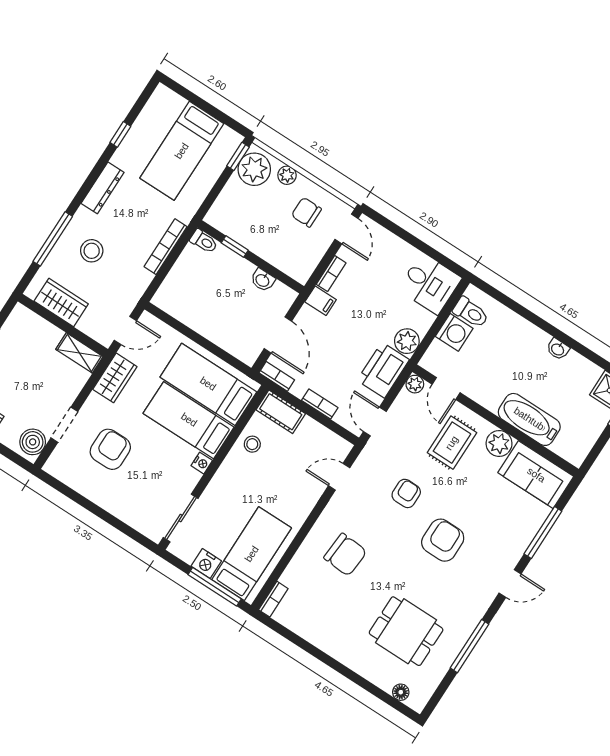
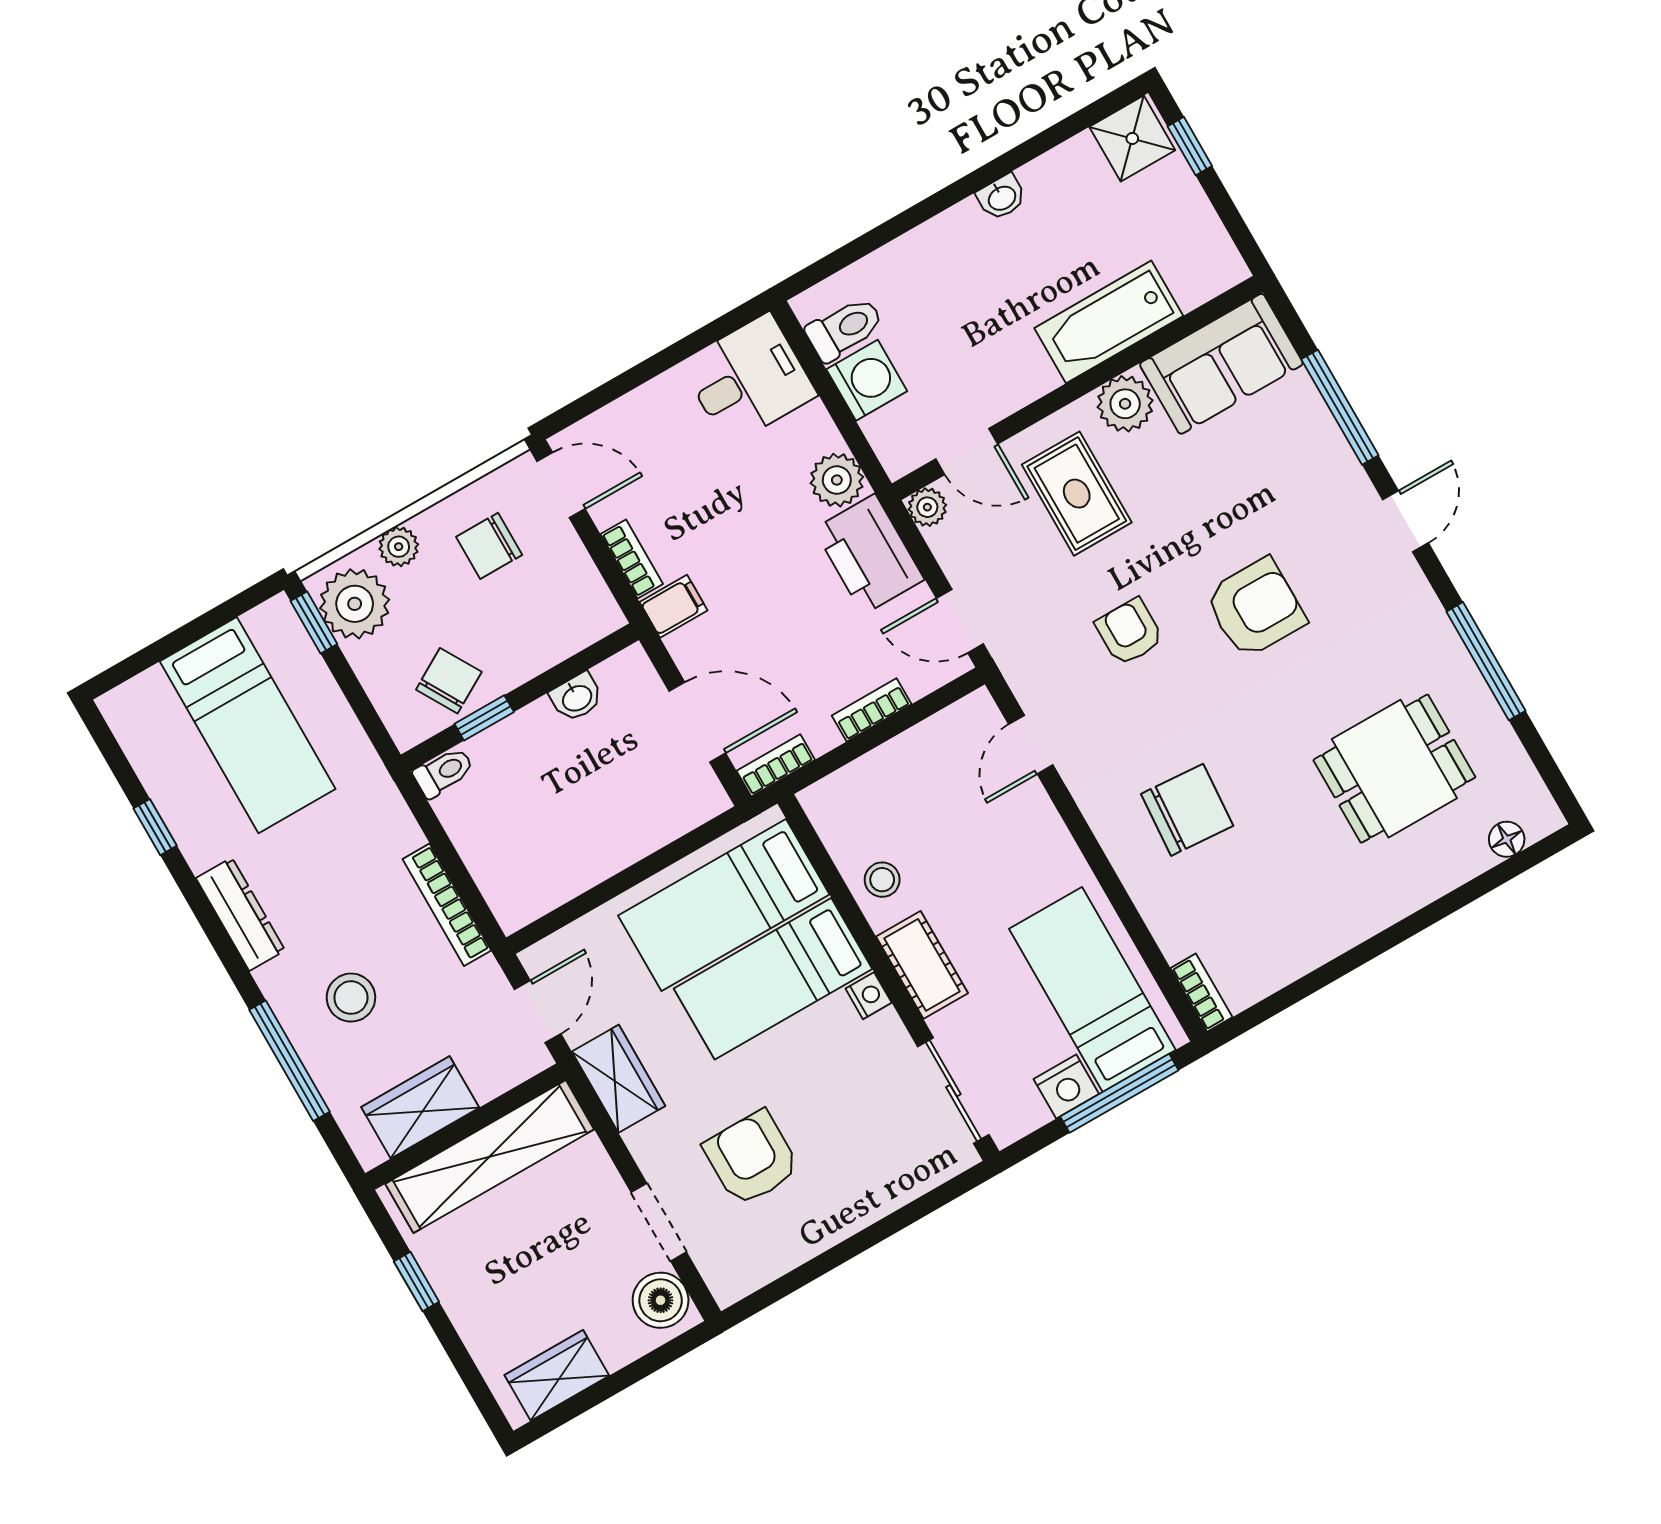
chair: (242, 224) -> (449, 681), added
bookcase: (166, 247) -> (447, 905), moved
shelving: (79, 353) -> (490, 1157), width x2.20, depth x1.33
cot: (281, 412) -> (922, 965), moved, turned 90
armchair: (443, 540) -> (1255, 608), turned 90

